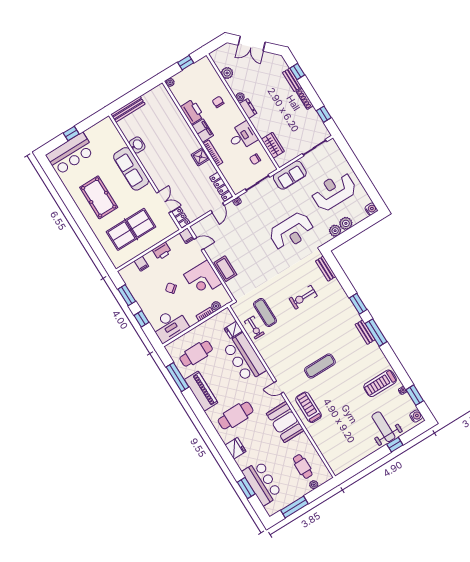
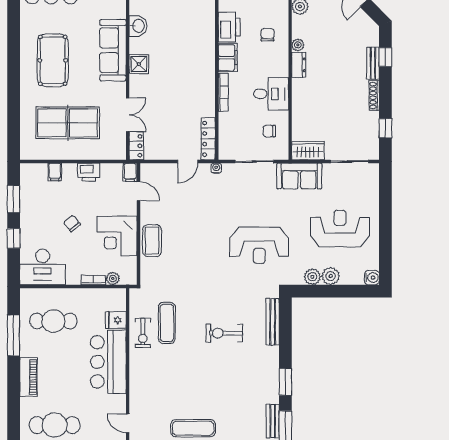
wardrobe: (273, 145) -> (308, 151), moved, turned -90
shower: (200, 157) -> (139, 64), moved
bench: (326, 269) -> (273, 322), width x1.36
piano: (201, 391) -> (29, 377), width x0.73, depth x0.75

